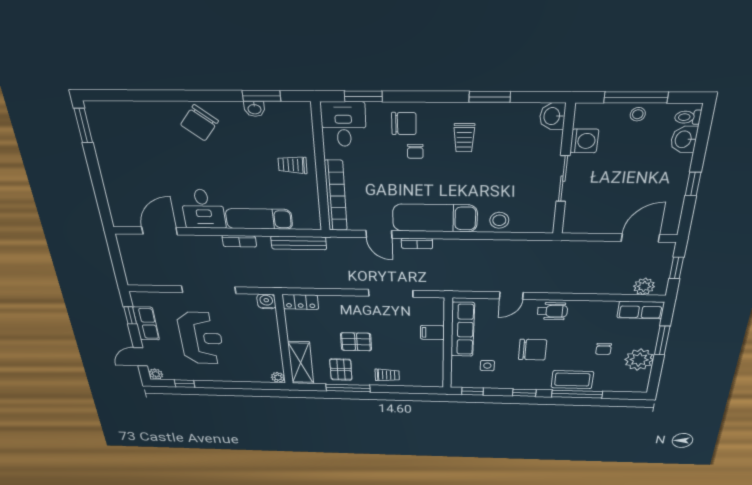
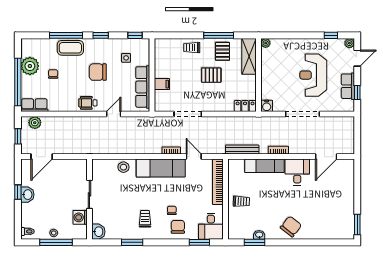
chair: (404, 124) -> (178, 227), turned 90
washbasin: (684, 139) -> (27, 195), moved
window: (662, 340) -> (18, 82), width x2.11

